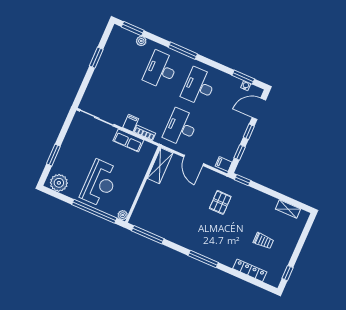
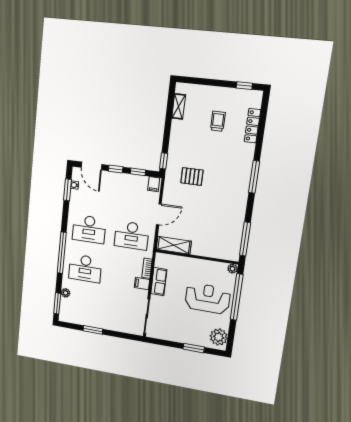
window: (183, 51) -> (62, 253), width x1.46

